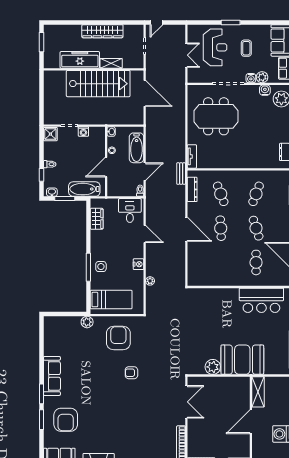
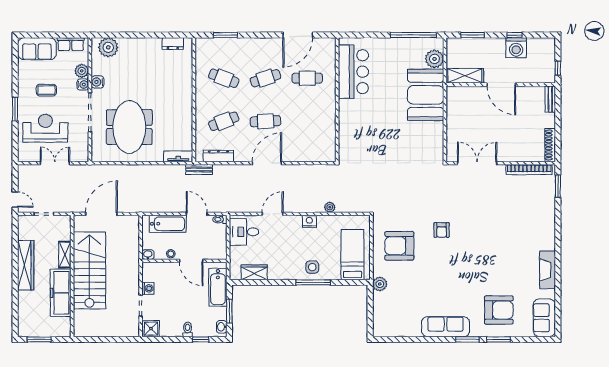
water cooler: (265, 90) -> (97, 82), moved
plant: (213, 367) -> (435, 59), moved

